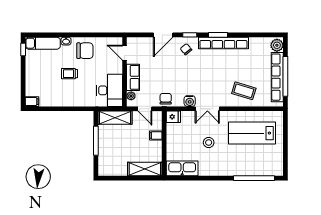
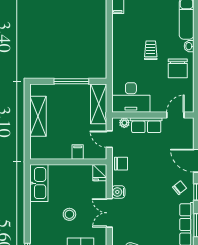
door: (145, 109) -> (109, 139), hinge flipped
shelving: (145, 169) -> (38, 116), moved

